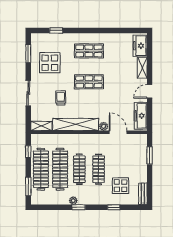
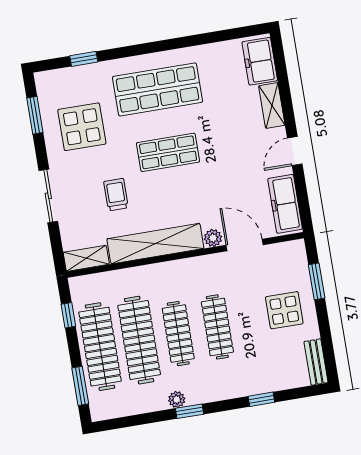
shop shelf: (89, 51) -> (157, 89), width x1.43, depth x1.36
display table: (121, 186) -> (284, 310), moved

